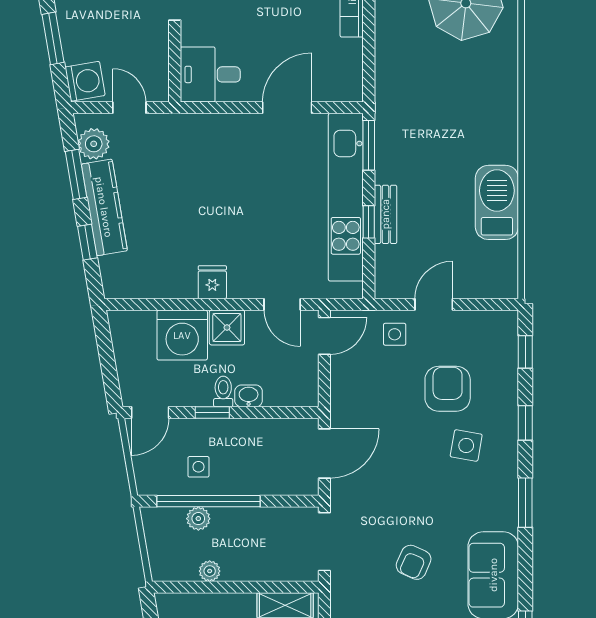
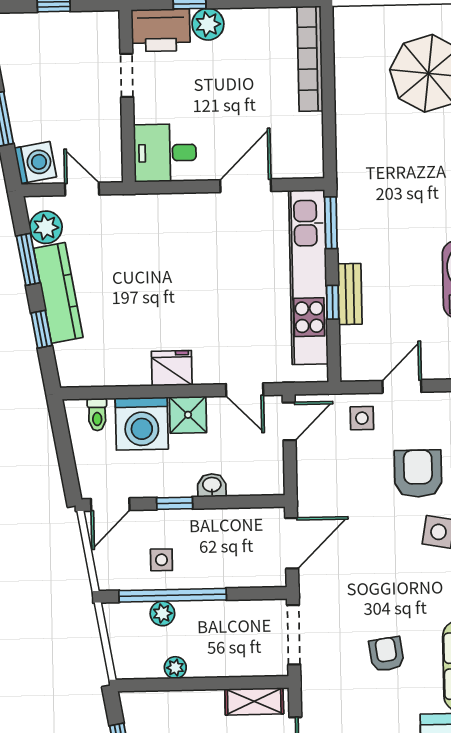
fridge: (212, 282) -> (172, 368), width x1.38
toilet: (223, 392) -> (97, 415), moved, turned 180
armchair: (414, 562) -> (387, 654), turned 148

